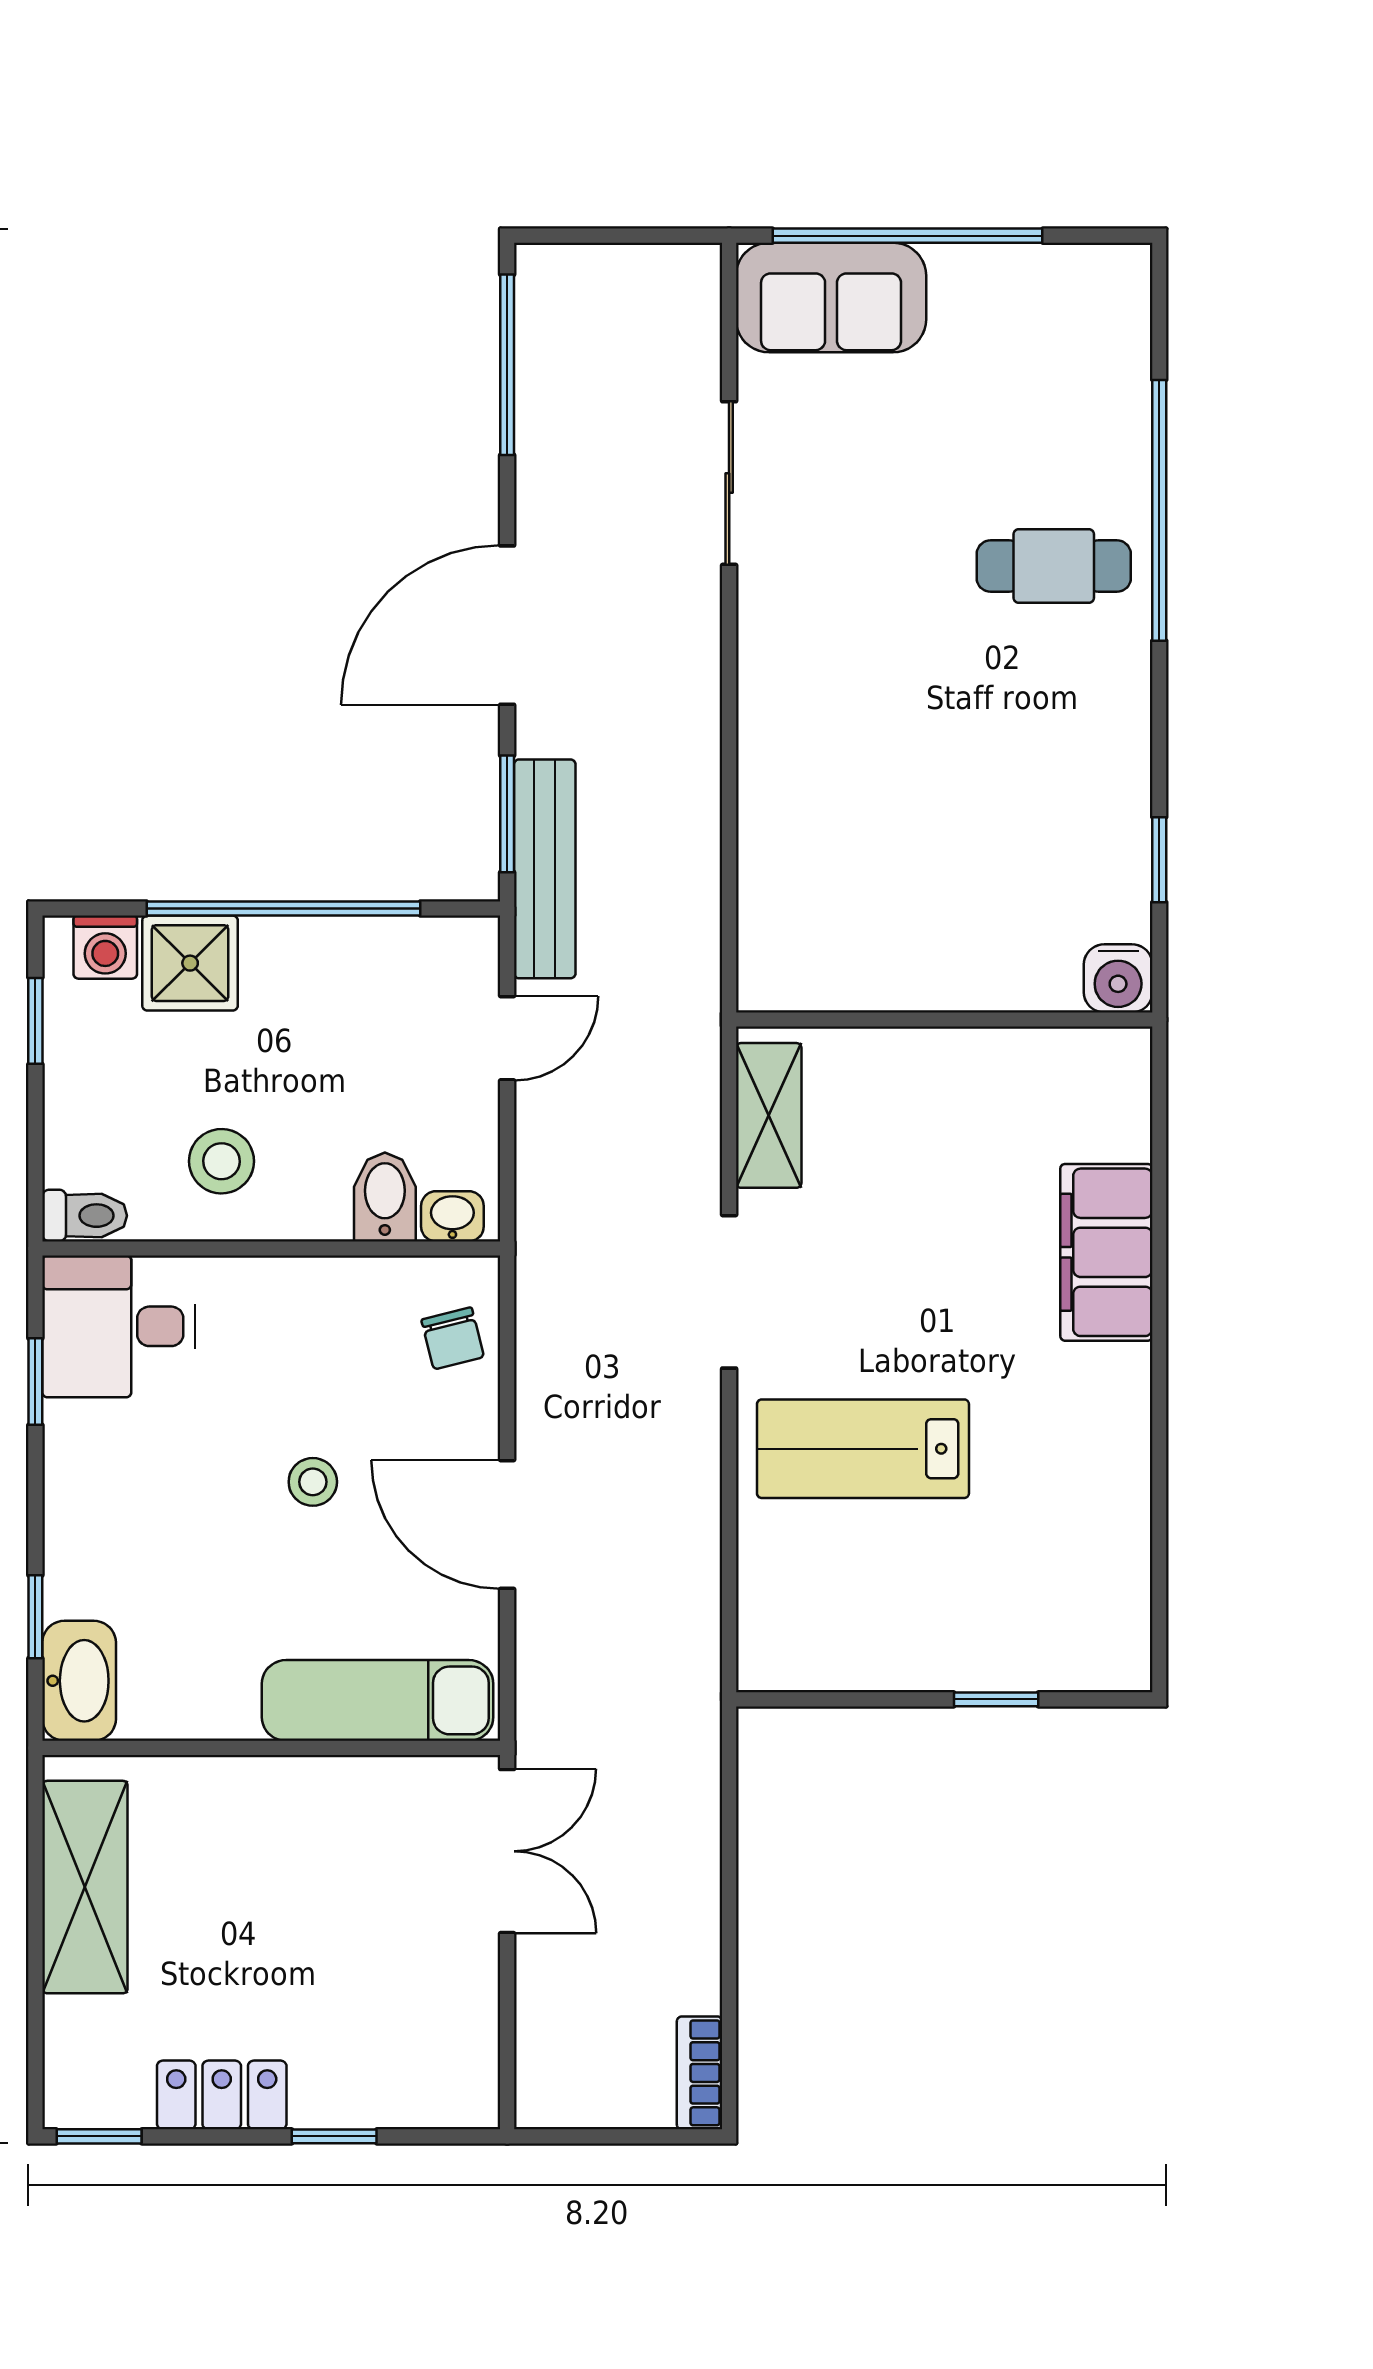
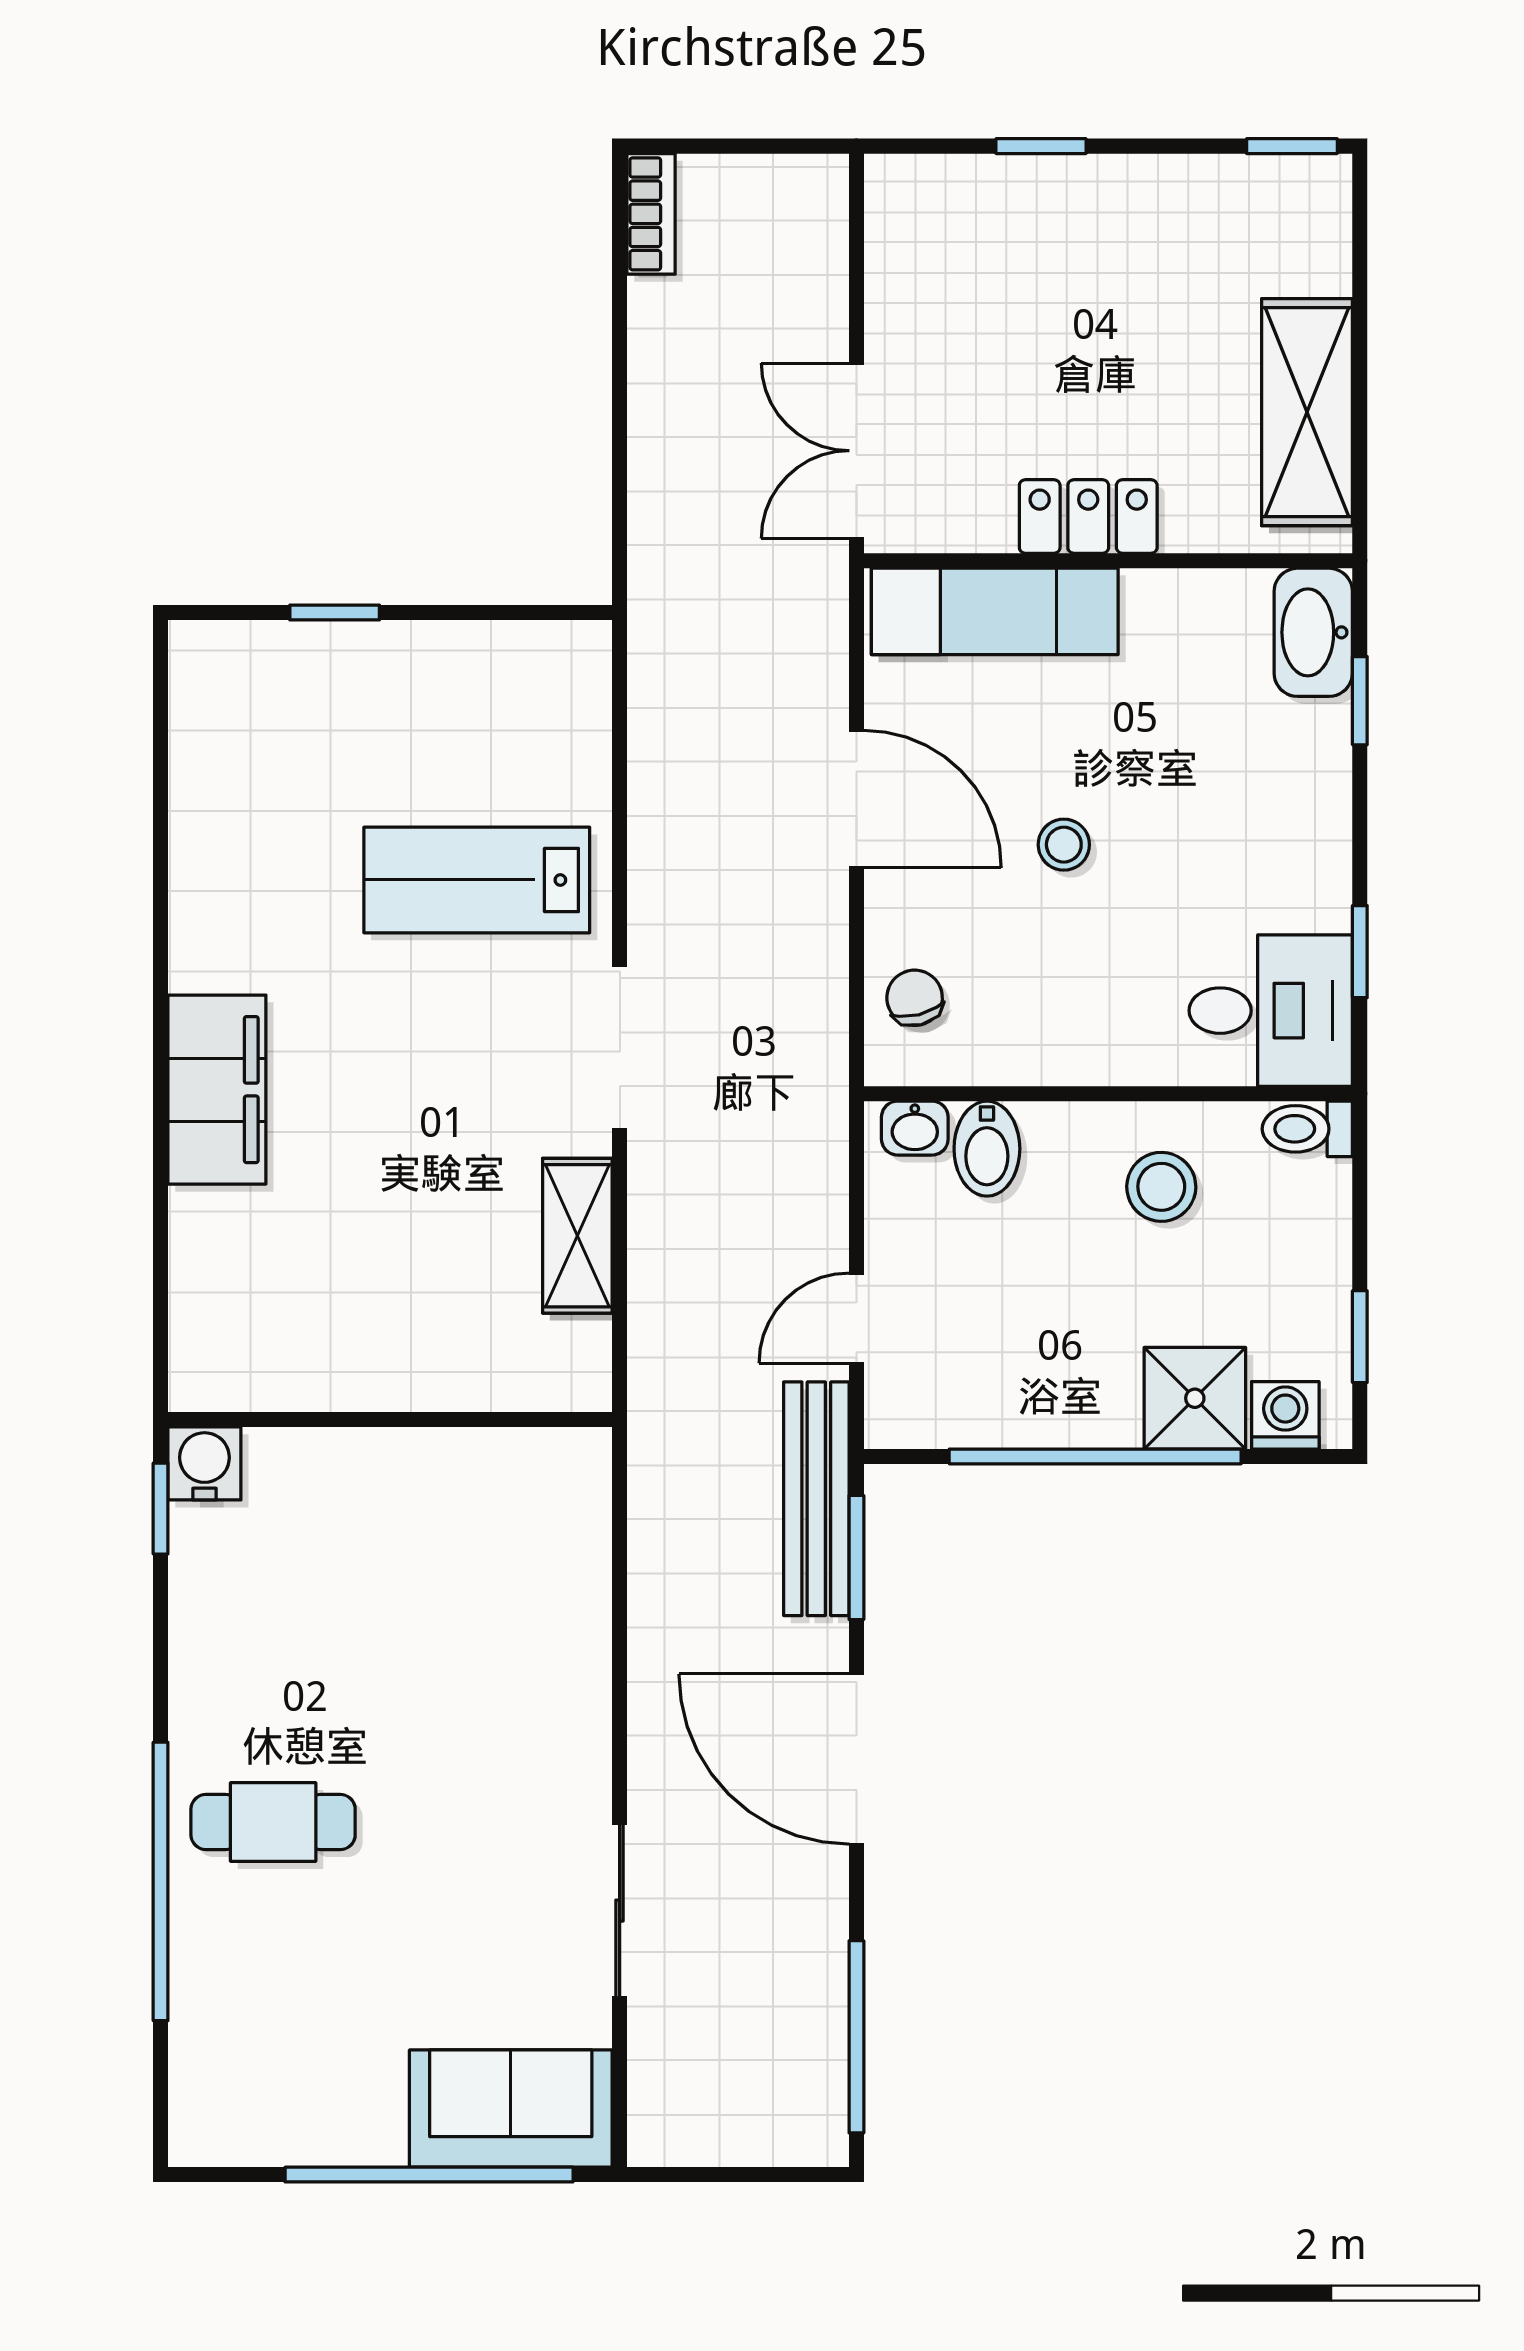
door: (507, 625) -> (856, 1759), swing flipped
water cooler: (1118, 978) -> (204, 1463), moved
wall: (944, 1020) -> (390, 1419), moved
lab bench: (863, 1449) -> (477, 880), turned 180
locker: (222, 2095) -> (1088, 516), moved, turned 180

